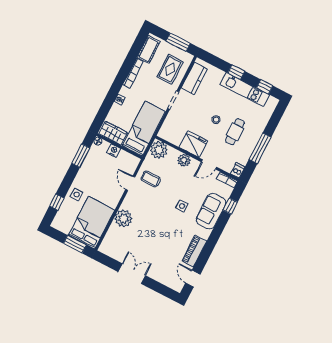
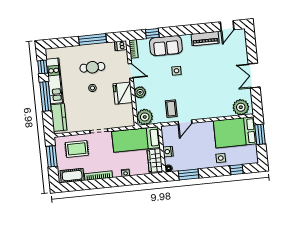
window: (236, 72) -> (46, 96), width x2.17
kitchen counter: (194, 78) -> (59, 117), moved, turned 90
plant: (123, 219) -> (241, 107), moved

